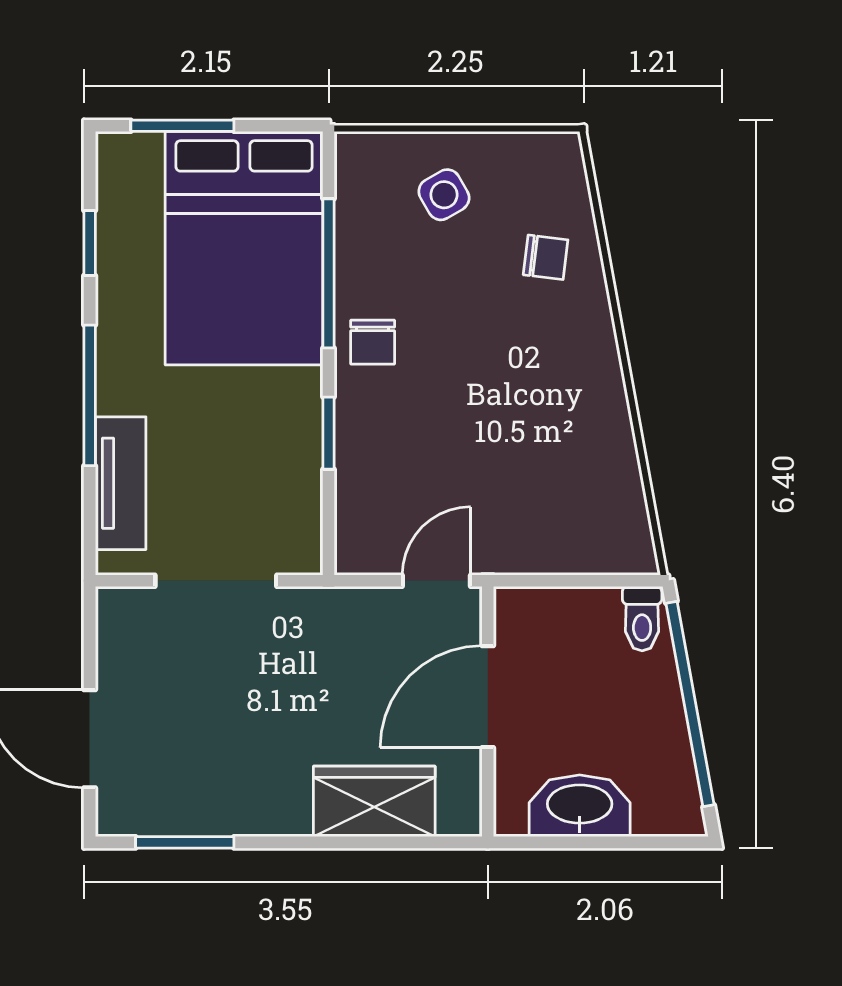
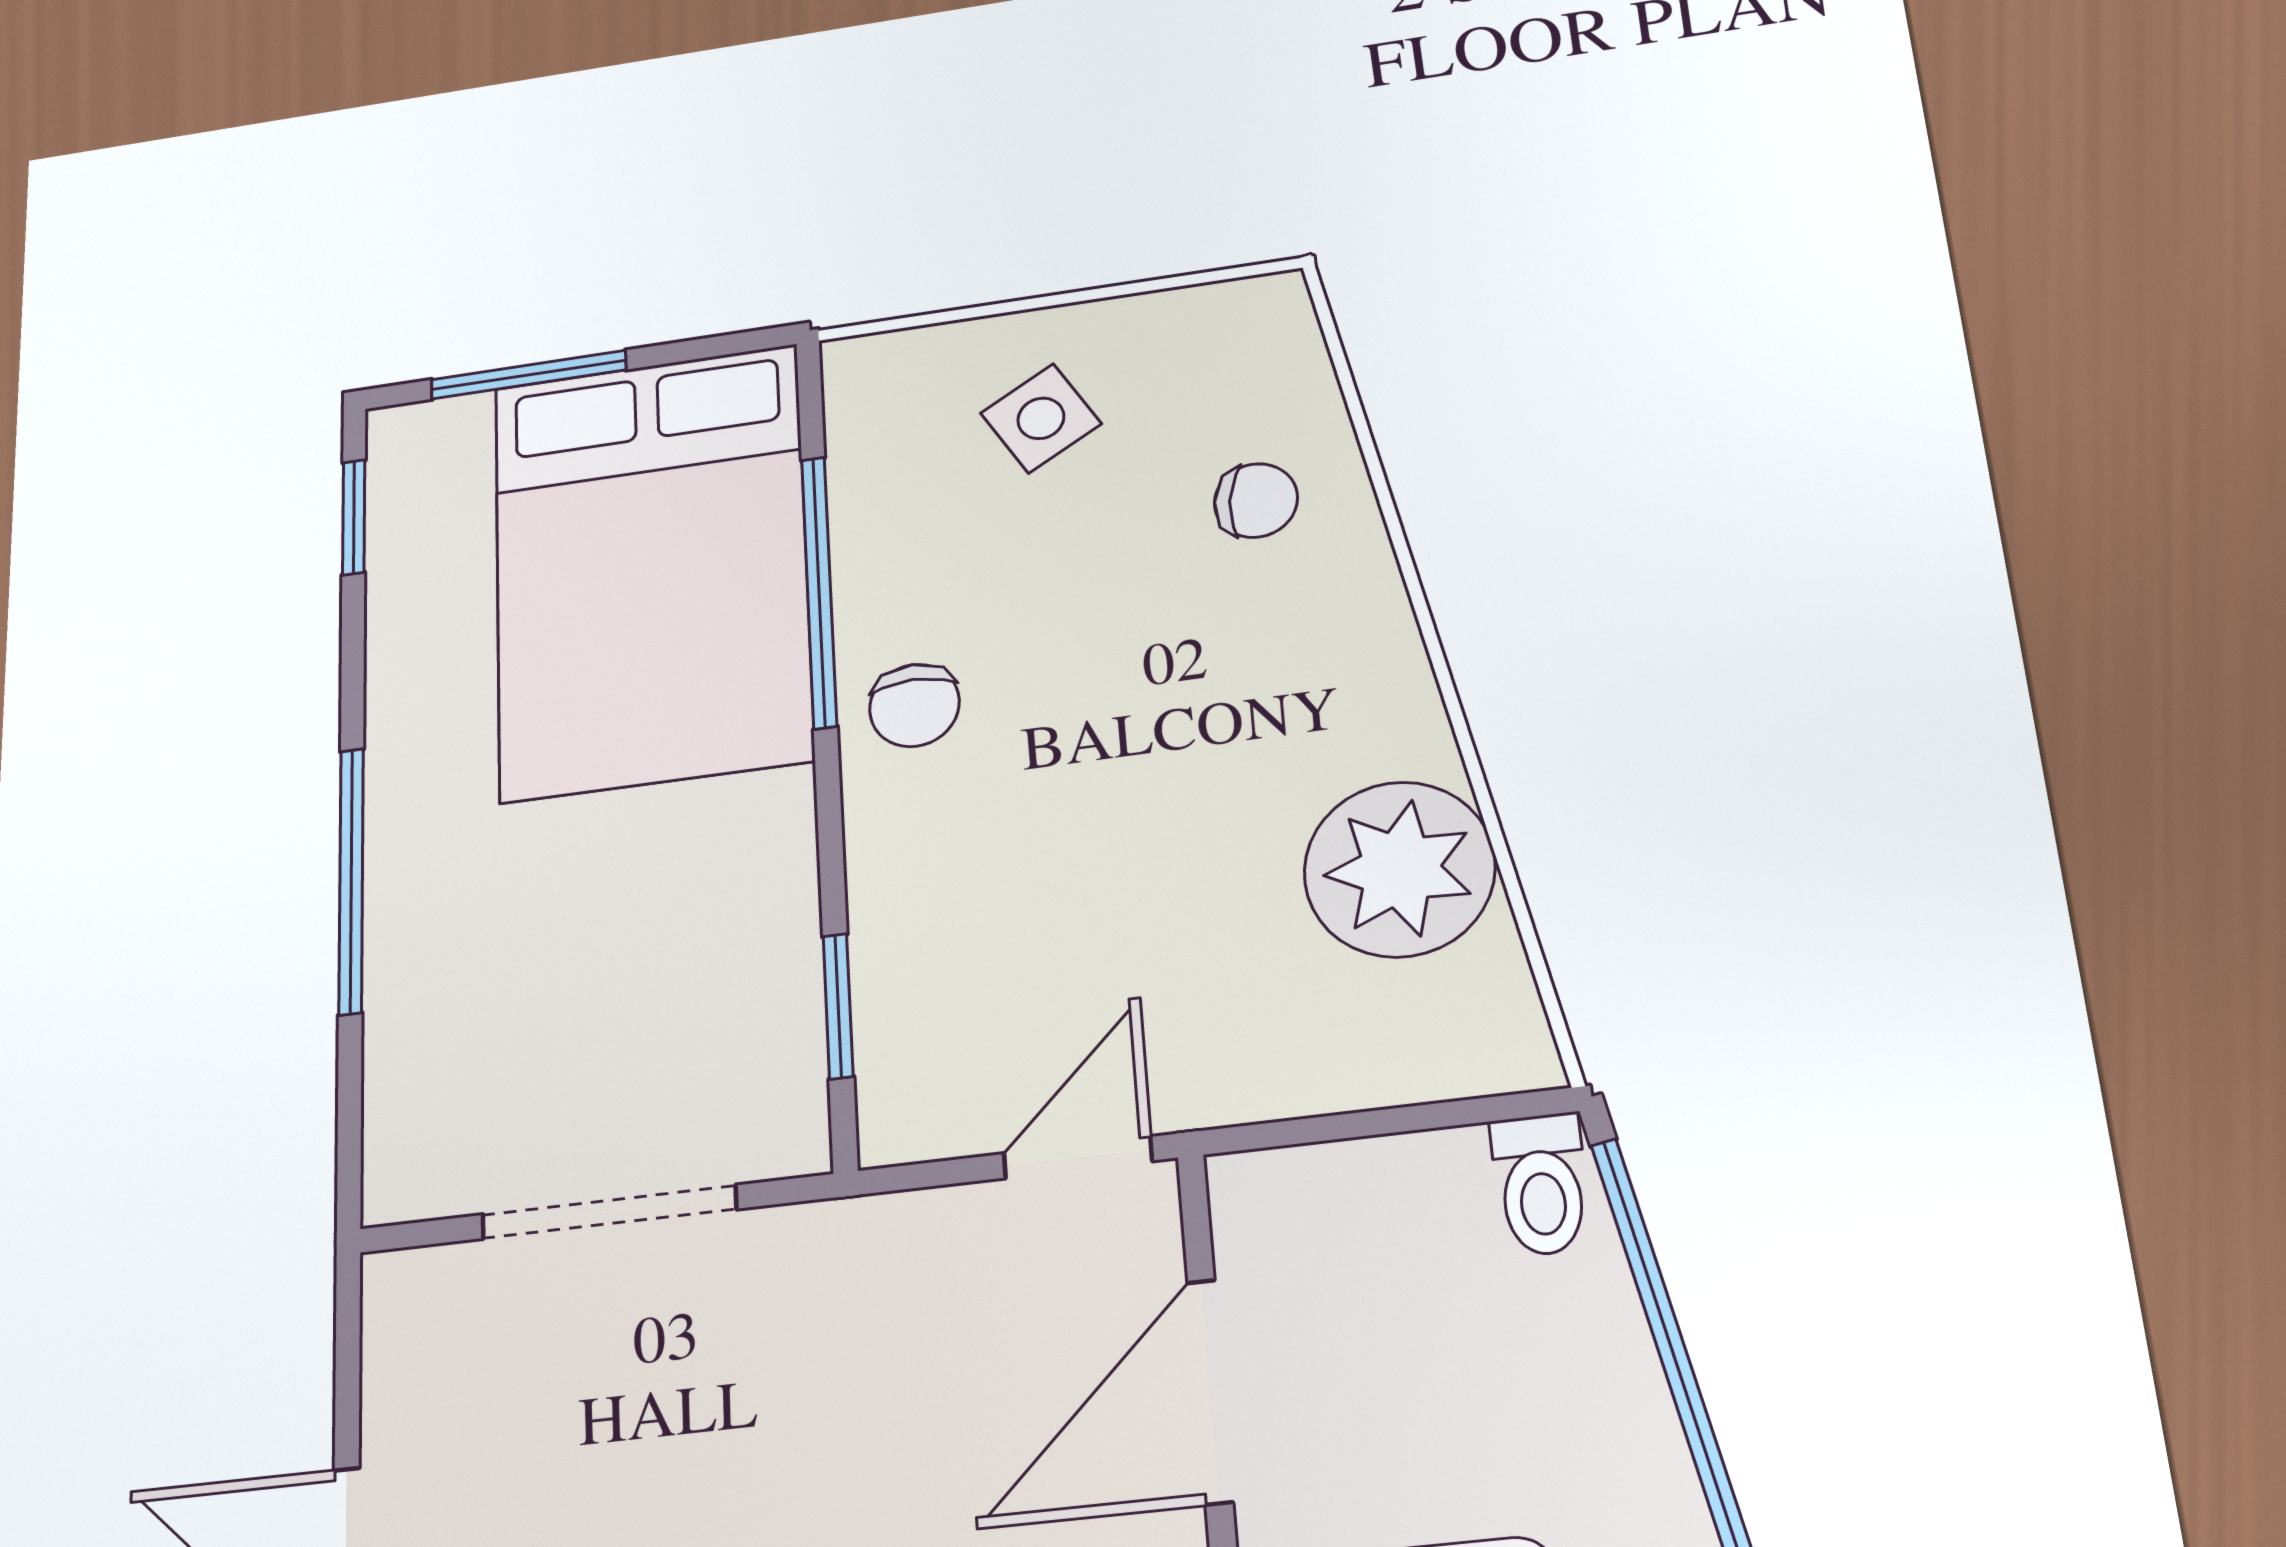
window: (90, 243) -> (354, 517), moved
window: (329, 433) -> (838, 1006), moved
plant: (595, 459) -> (1399, 869), added
tv unit: (121, 483) -> (412, 1041), removed

